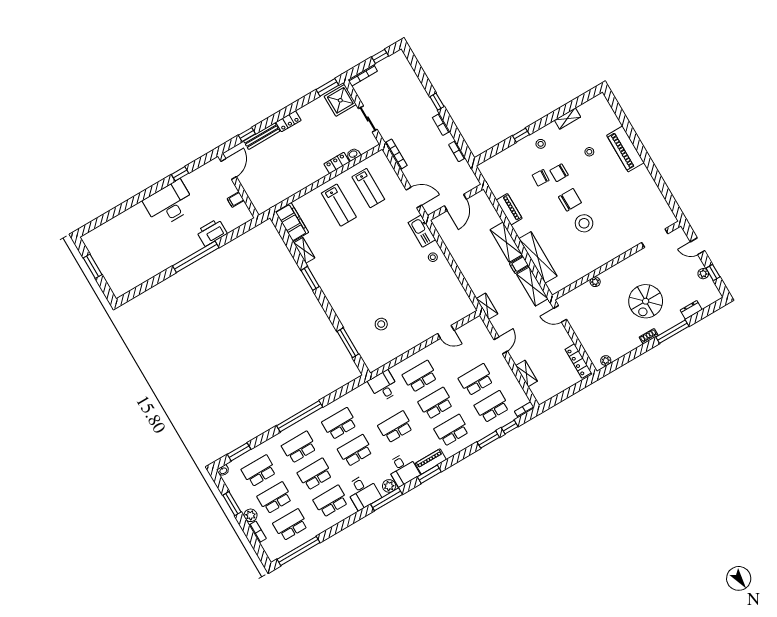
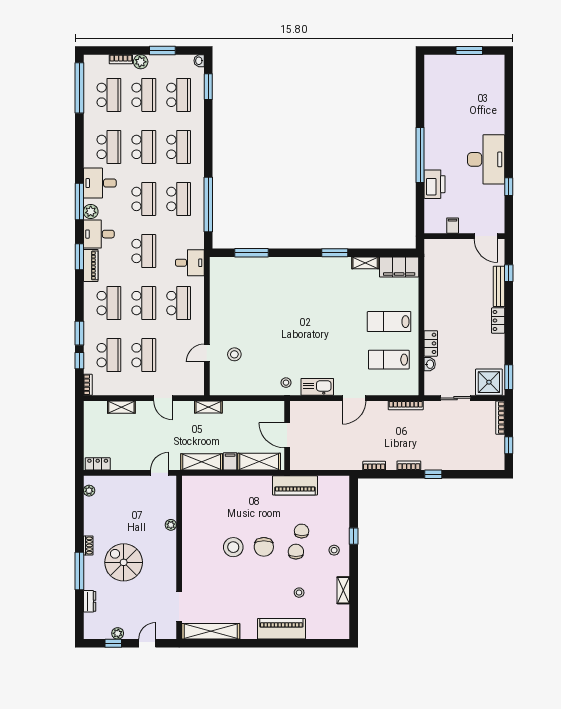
door: (455, 202) -> (287, 435), moved
wall: (456, 202) -> (287, 436), moved
piano: (509, 209) -> (295, 485), width x1.37, depth x1.33
shelving: (538, 257) -> (211, 631), moved
stool: (381, 324) -> (234, 354), moved
locker: (578, 361) -> (98, 464), width x0.66
window: (300, 416) -> (208, 205), moved

